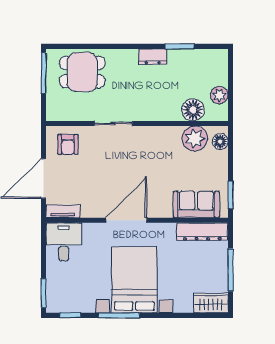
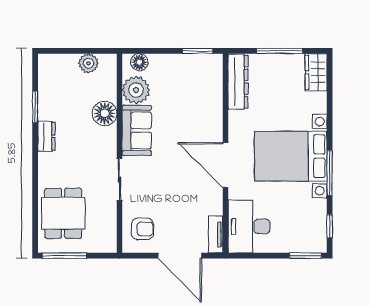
floor lamp: (193, 110) -> (105, 113), moved
sofa: (196, 204) -> (137, 130), moved, turned 180
desk: (64, 242) -> (249, 226), width x1.37

